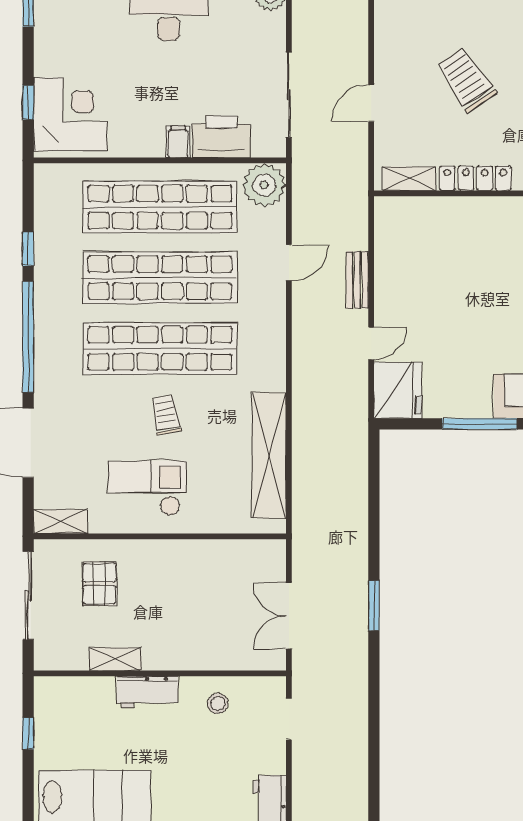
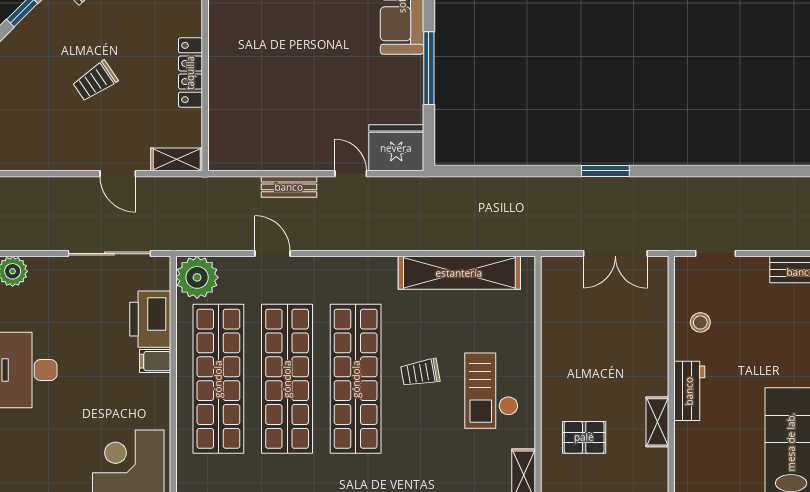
trolley: (466, 80) -> (95, 81), width x0.73, depth x0.72
shelving: (409, 179) -> (177, 159), moved, turned 90

